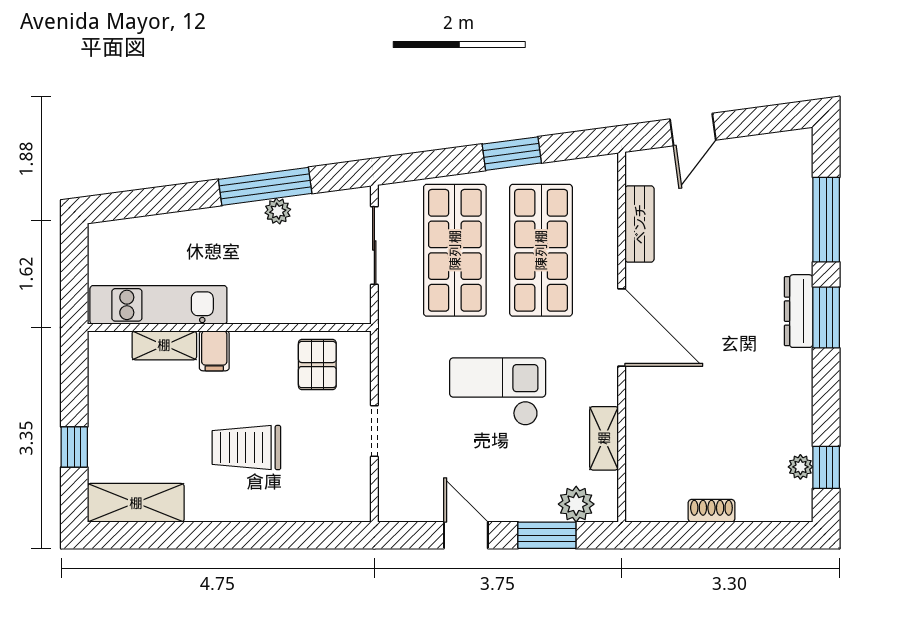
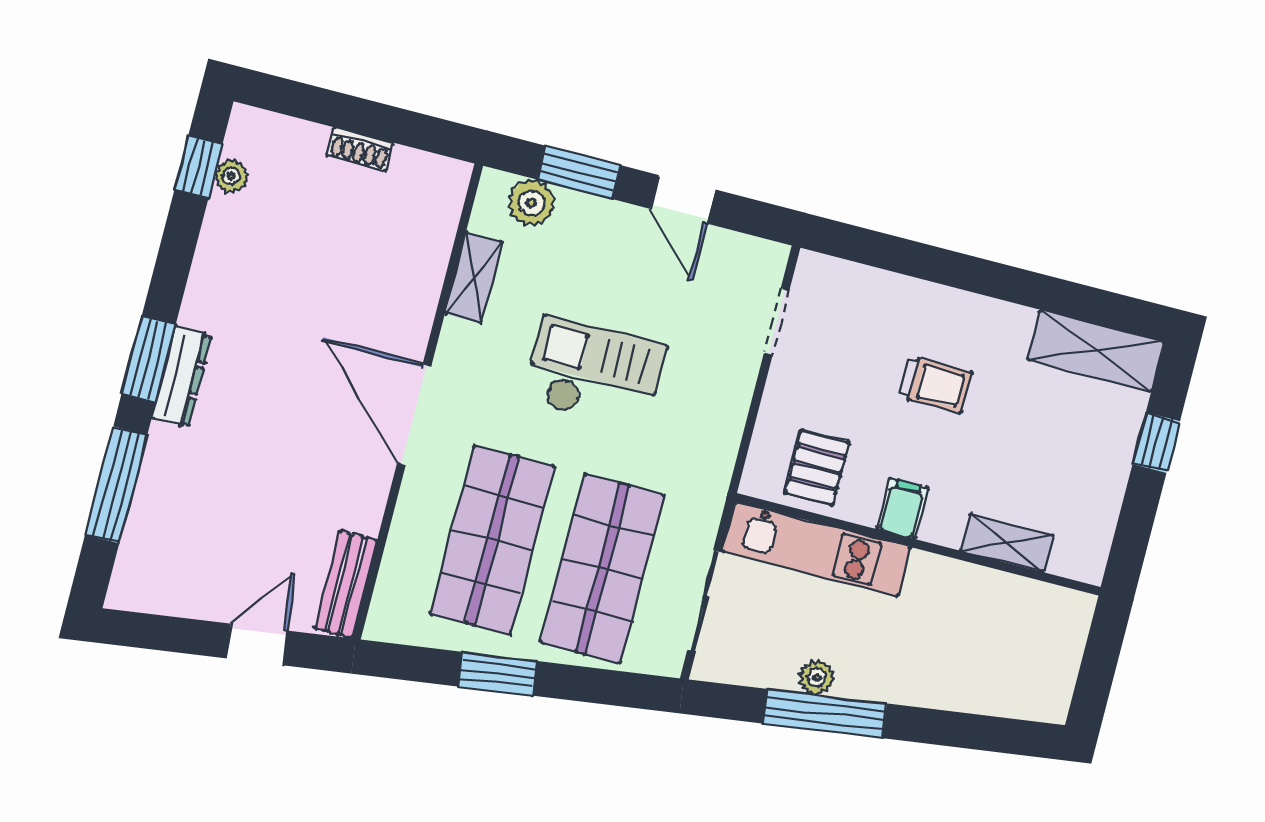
bench: (640, 224) -> (346, 584), moved
kitchen unit: (158, 305) -> (816, 549), moved
filing cabinet: (214, 351) -> (902, 509), moved
checkout: (498, 392) -> (595, 373), turned 180
doorway: (374, 431) -> (777, 322), moved
trolley: (246, 448) -> (935, 385), width x0.73, depth x0.72

